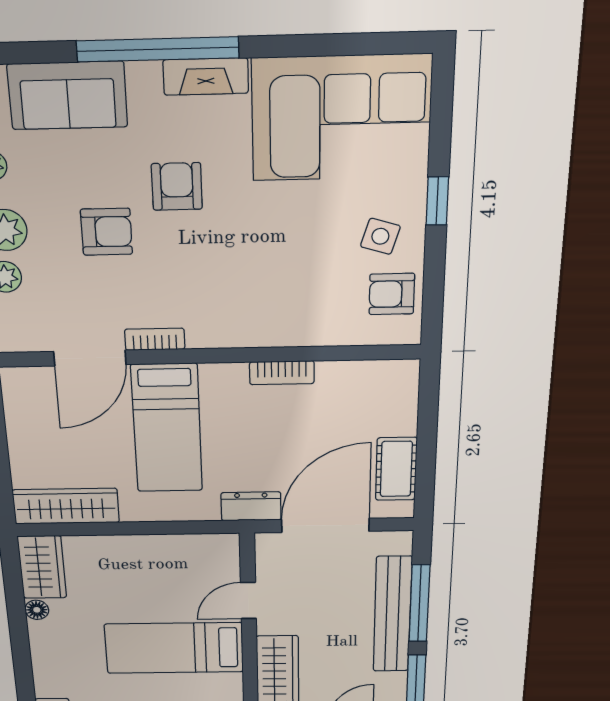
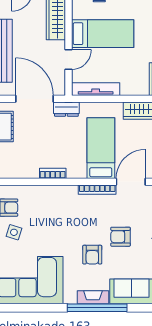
fireplace: (206, 77) -> (93, 297), moved
bookcase: (155, 339) -> (97, 190), width x1.56
door: (325, 525) -> (34, 99), swing flipped
tv unit: (185, 546) -> (96, 89), added

